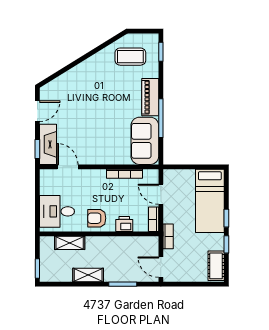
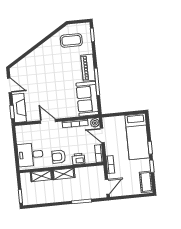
door: (37, 111) -> (9, 85), hinge flipped
door: (68, 167) -> (48, 121), moved
plant: (152, 176) -> (95, 123), added
door: (161, 267) -> (107, 187), swing flipped
shelving: (88, 275) -> (64, 174), moved

